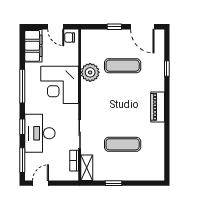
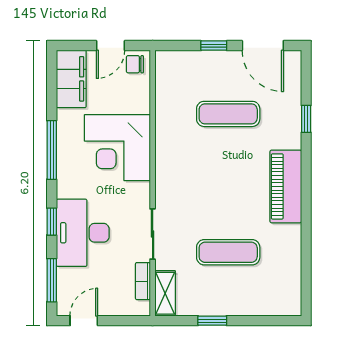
door: (56, 27) -> (110, 46), hinge flipped
plant: (90, 72) -> (171, 126), removed
piano: (158, 107) -> (286, 186), width x1.37, depth x1.33

